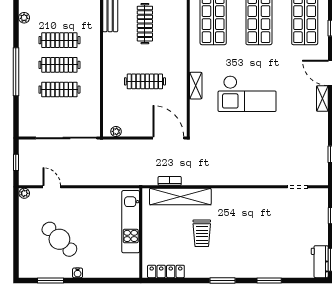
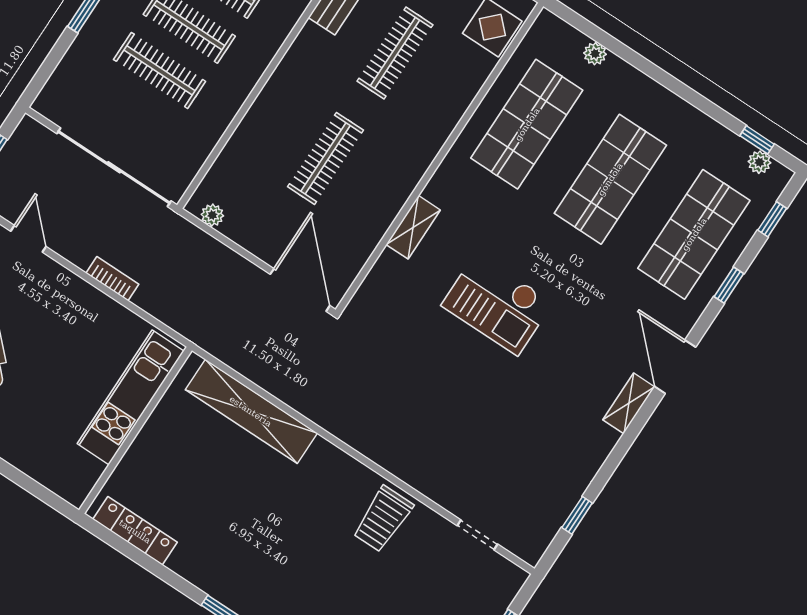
clothes rail: (145, 81) -> (325, 158), turned 90
checkout: (247, 94) -> (497, 304), width x0.73, depth x0.83
bookcase: (170, 181) -> (112, 279), moved
trolley: (202, 233) -> (383, 519), moved

